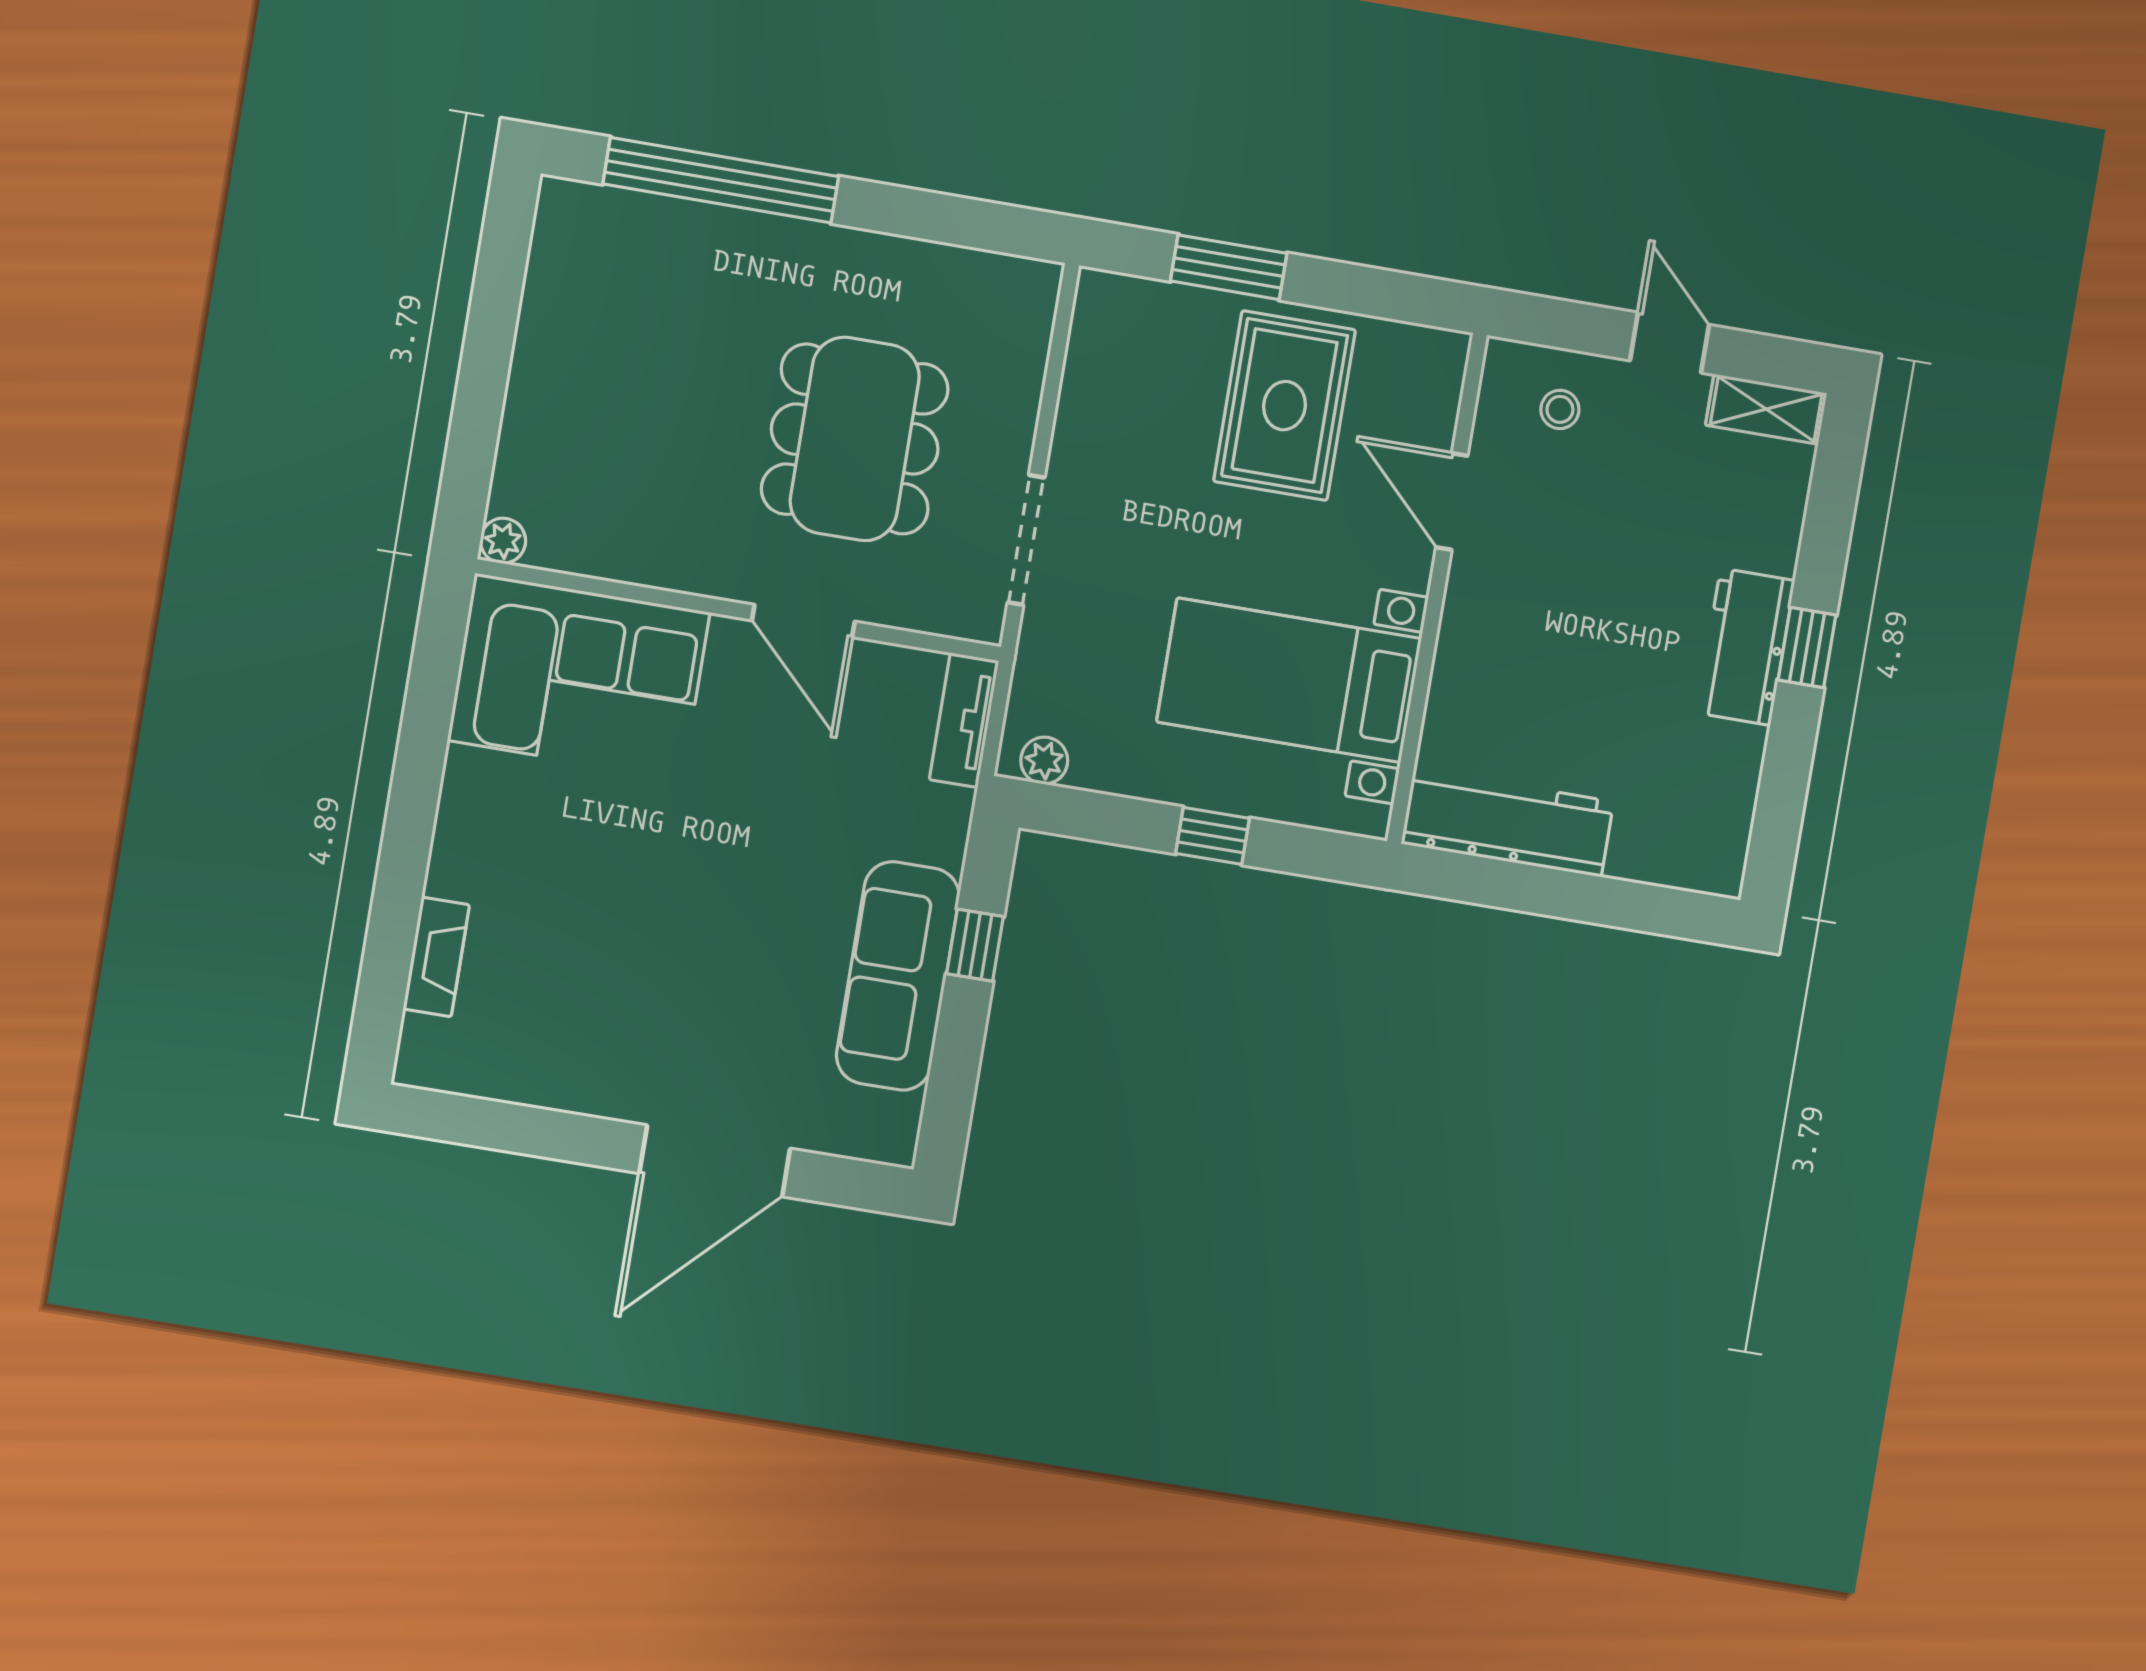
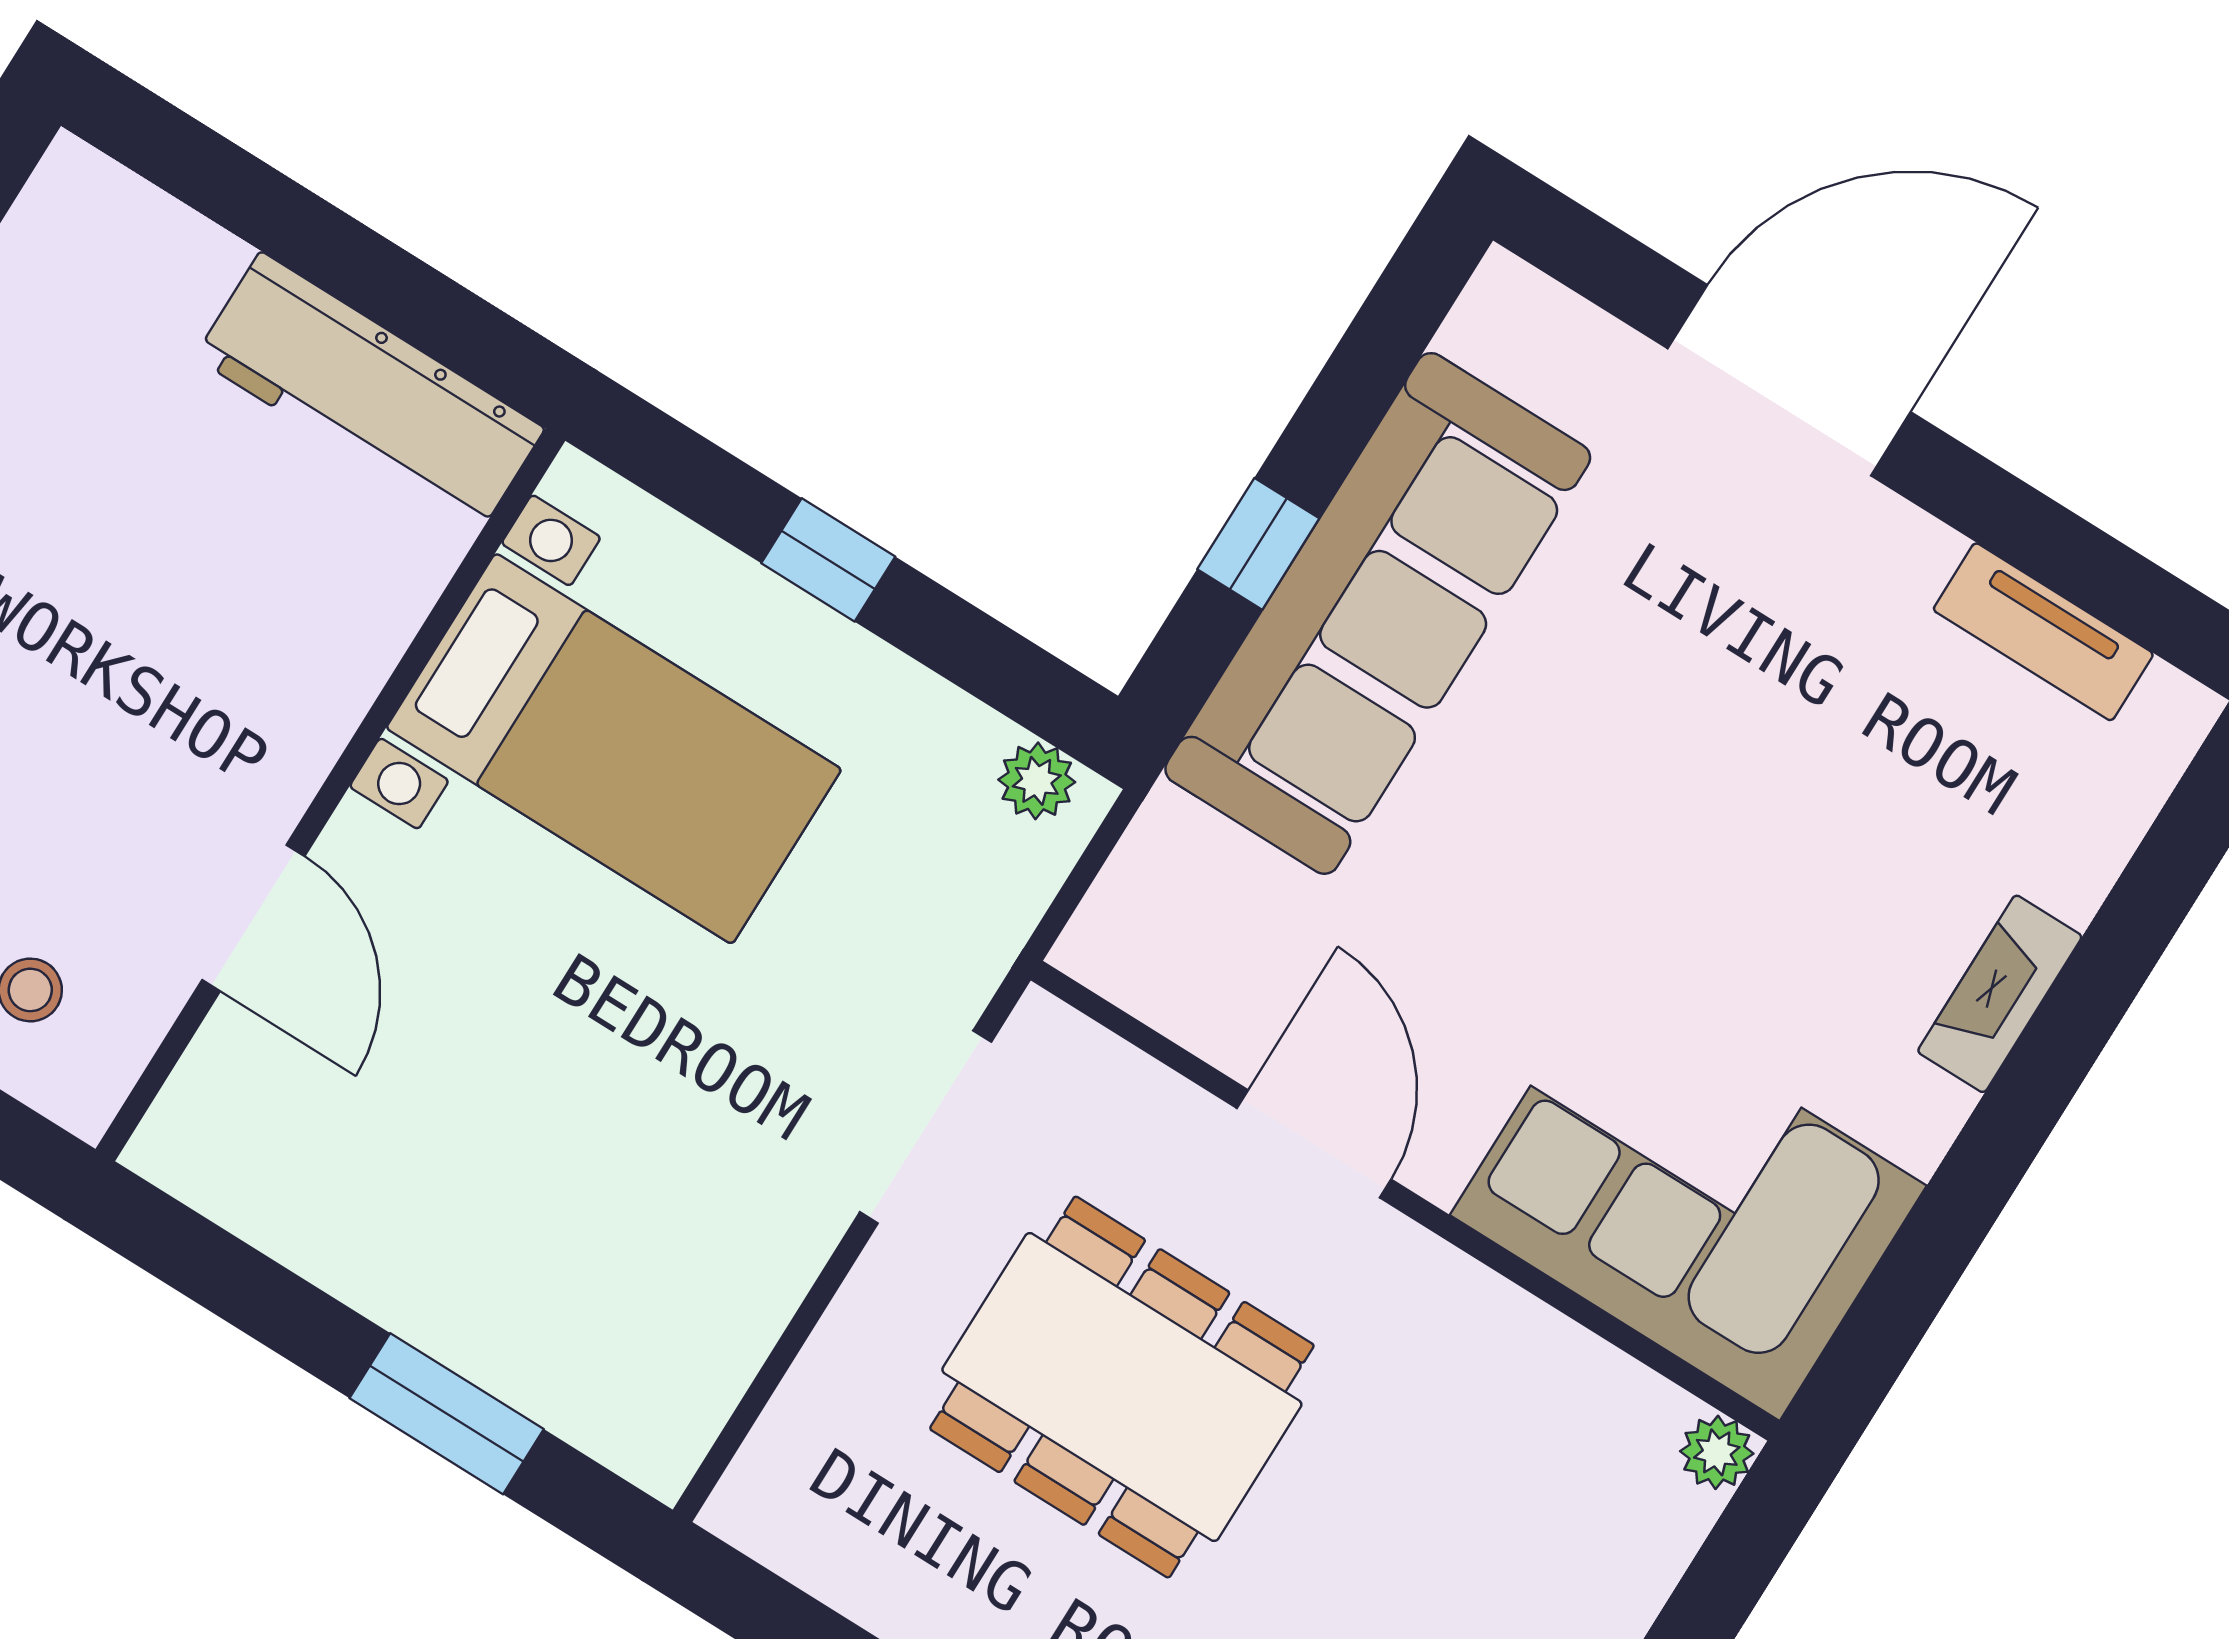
rug: (1285, 406) -> (448, 1169), removed
dining table: (855, 439) -> (1122, 1387), turned 90
tv unit: (964, 720) -> (2043, 632), moved, turned 90
fireplace: (436, 957) -> (2000, 994), moved
sofa: (898, 976) -> (1378, 613), width x1.36, depth x1.27

